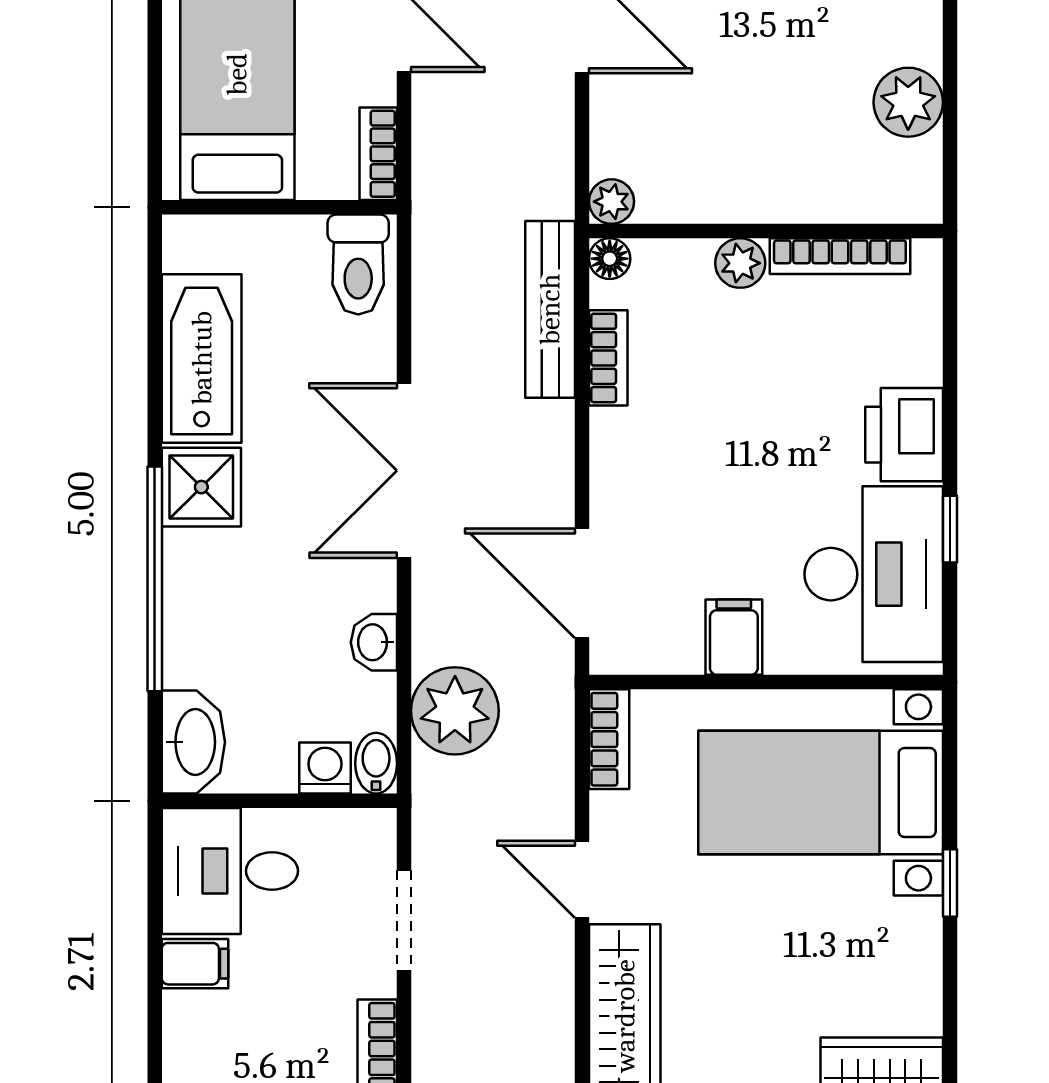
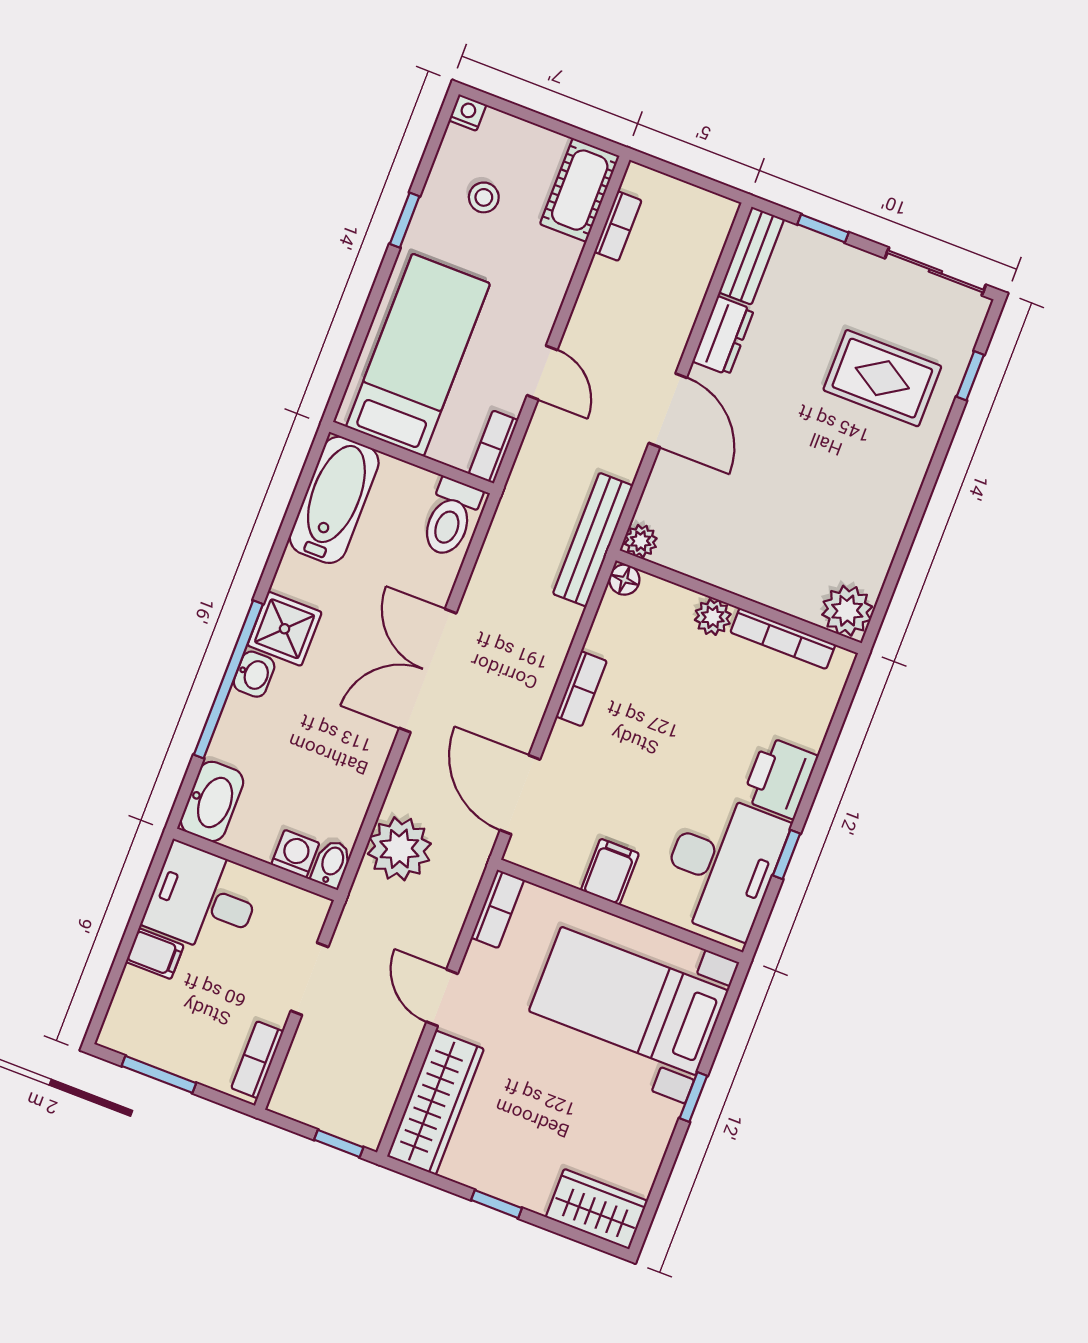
plant: (908, 102) -> (847, 611), moved
bench: (550, 309) -> (593, 540), moved
bathtub: (202, 358) -> (334, 500), moved
bookcase: (608, 358) -> (581, 689), moved
washbasin: (374, 642) -> (254, 674), moved, turned 180

